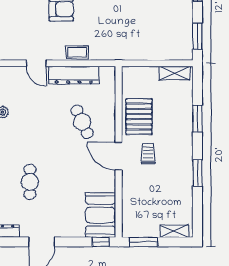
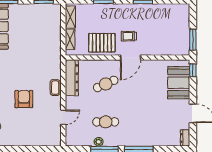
dresser: (74, 75) -> (72, 78), moved
cafe table: (30, 182) -> (106, 122), moved
booth: (100, 215) -> (179, 83), moved, turned 90
shelving: (175, 231) -> (70, 39), moved

